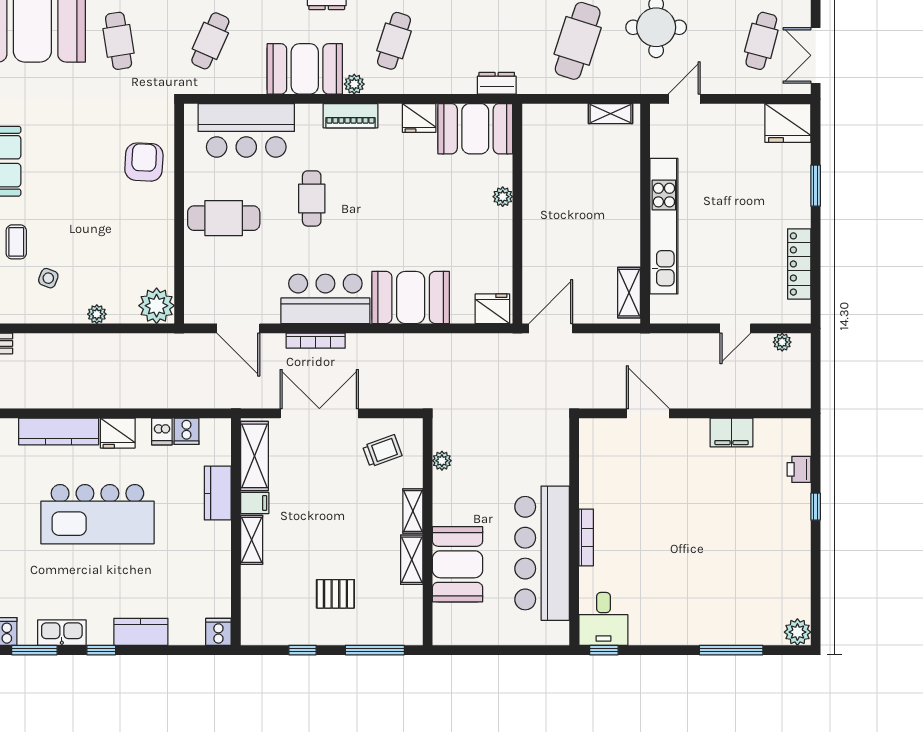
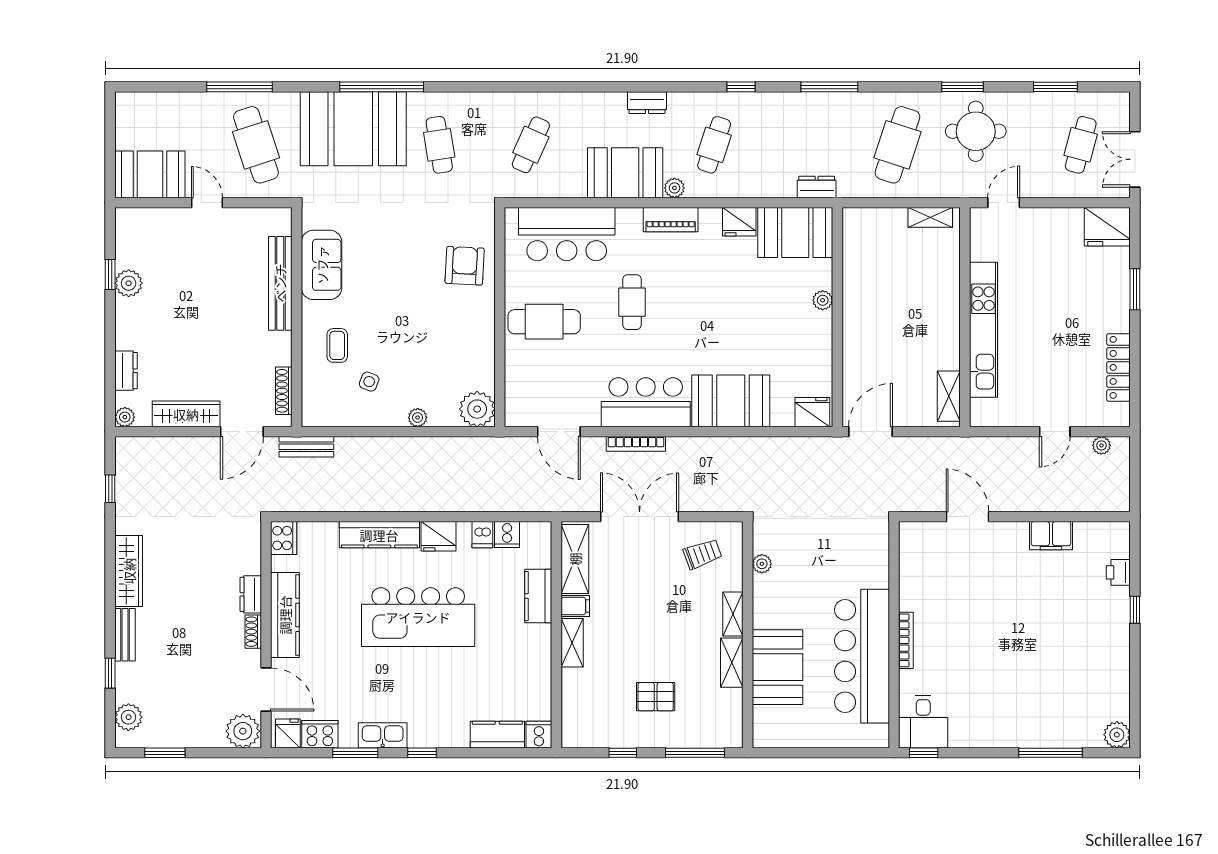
kitchen counter: (141, 632) -> (497, 735), moved

